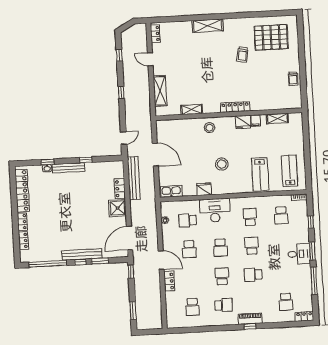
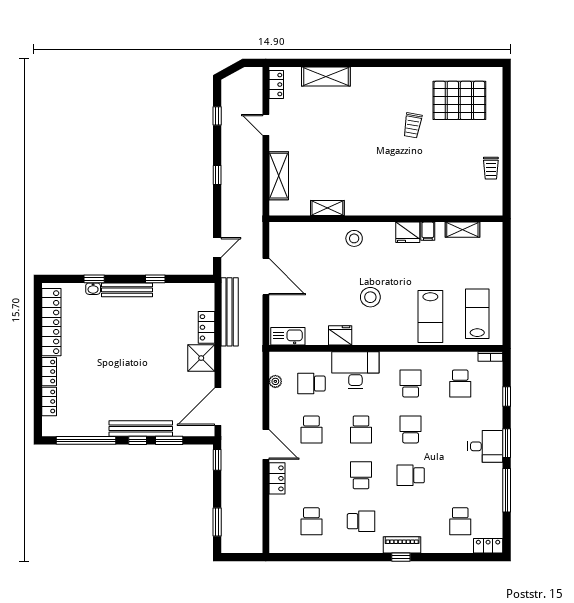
shelving: (208, 26) -> (326, 77), moved
locker: (235, 107) -> (397, 208), removed

